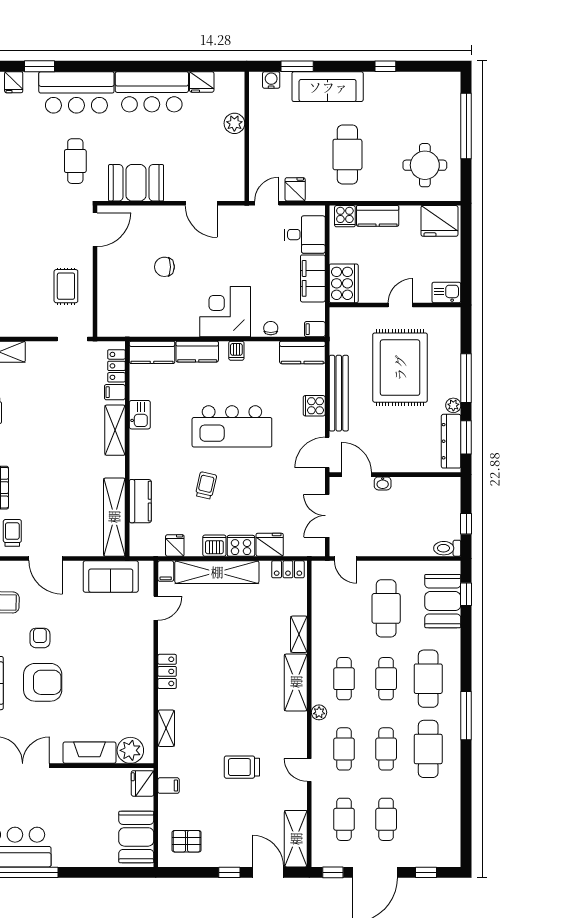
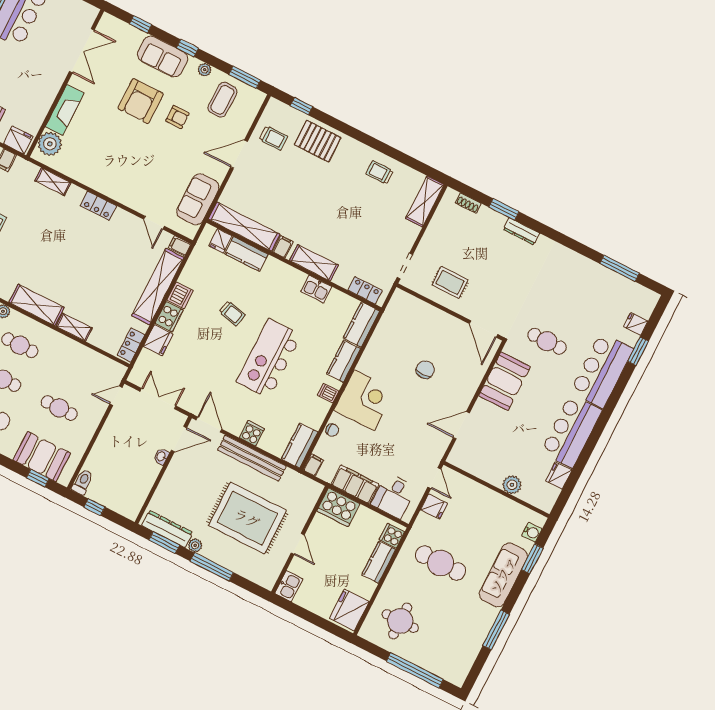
window: (385, 66) -> (496, 630), width x2.17
filing cabinet: (115, 392) -> (283, 247), moved
fridge: (175, 545) -> (220, 241), moved, turned 90
cafe table: (386, 608) -> (59, 408), width x0.73, depth x0.74

